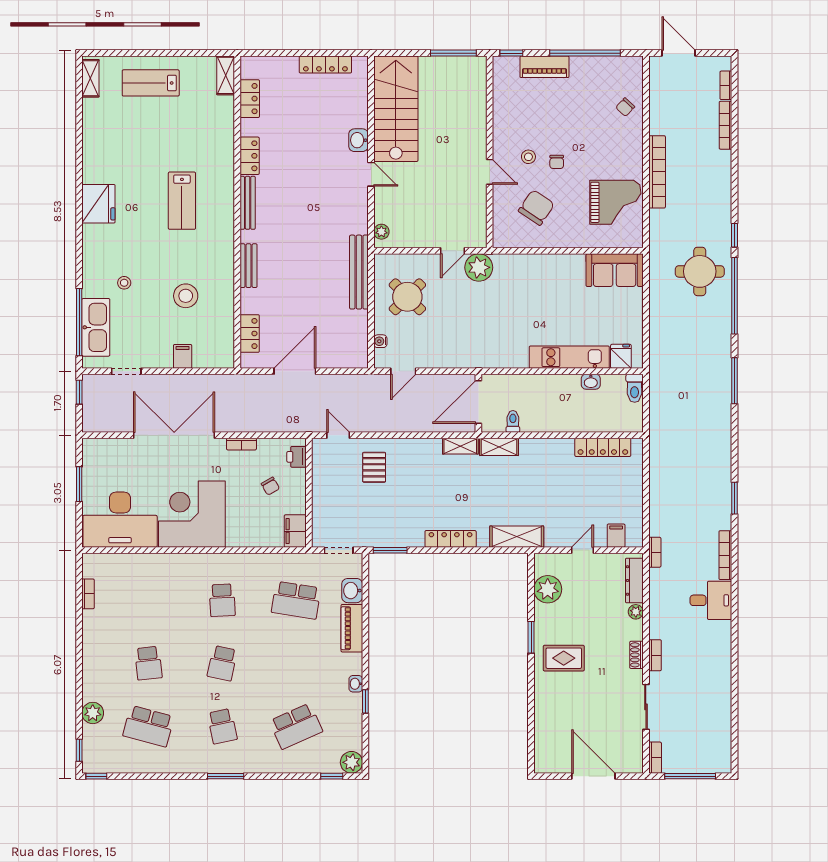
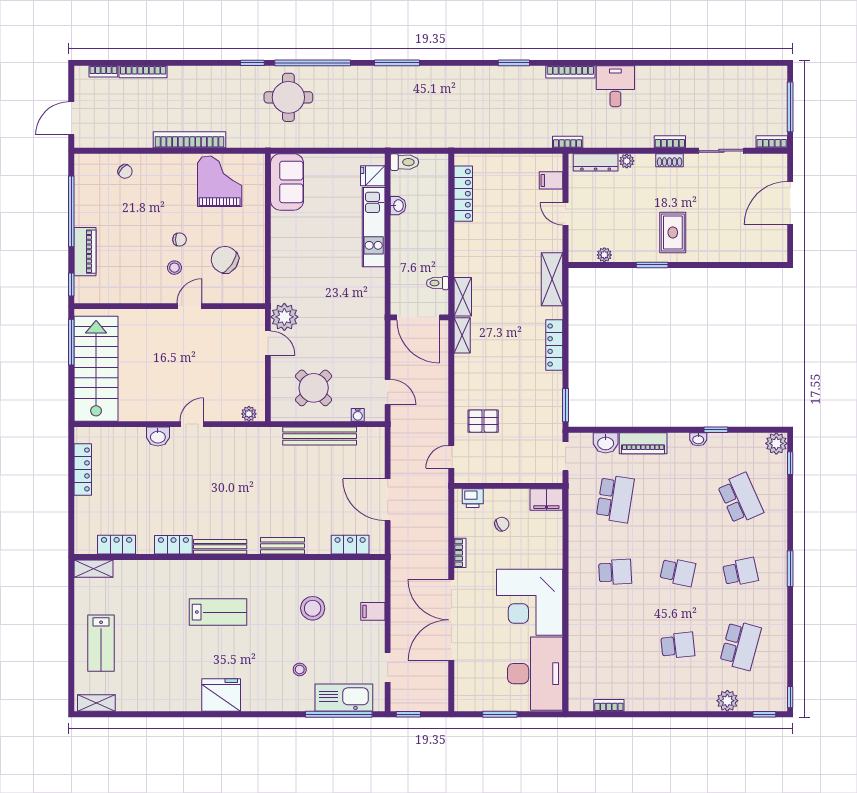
stairs: (396, 109) -> (96, 369), moved, turned 90
bench: (359, 272) -> (320, 436), moved
plant: (548, 589) -> (604, 255), width x0.53, depth x0.53

